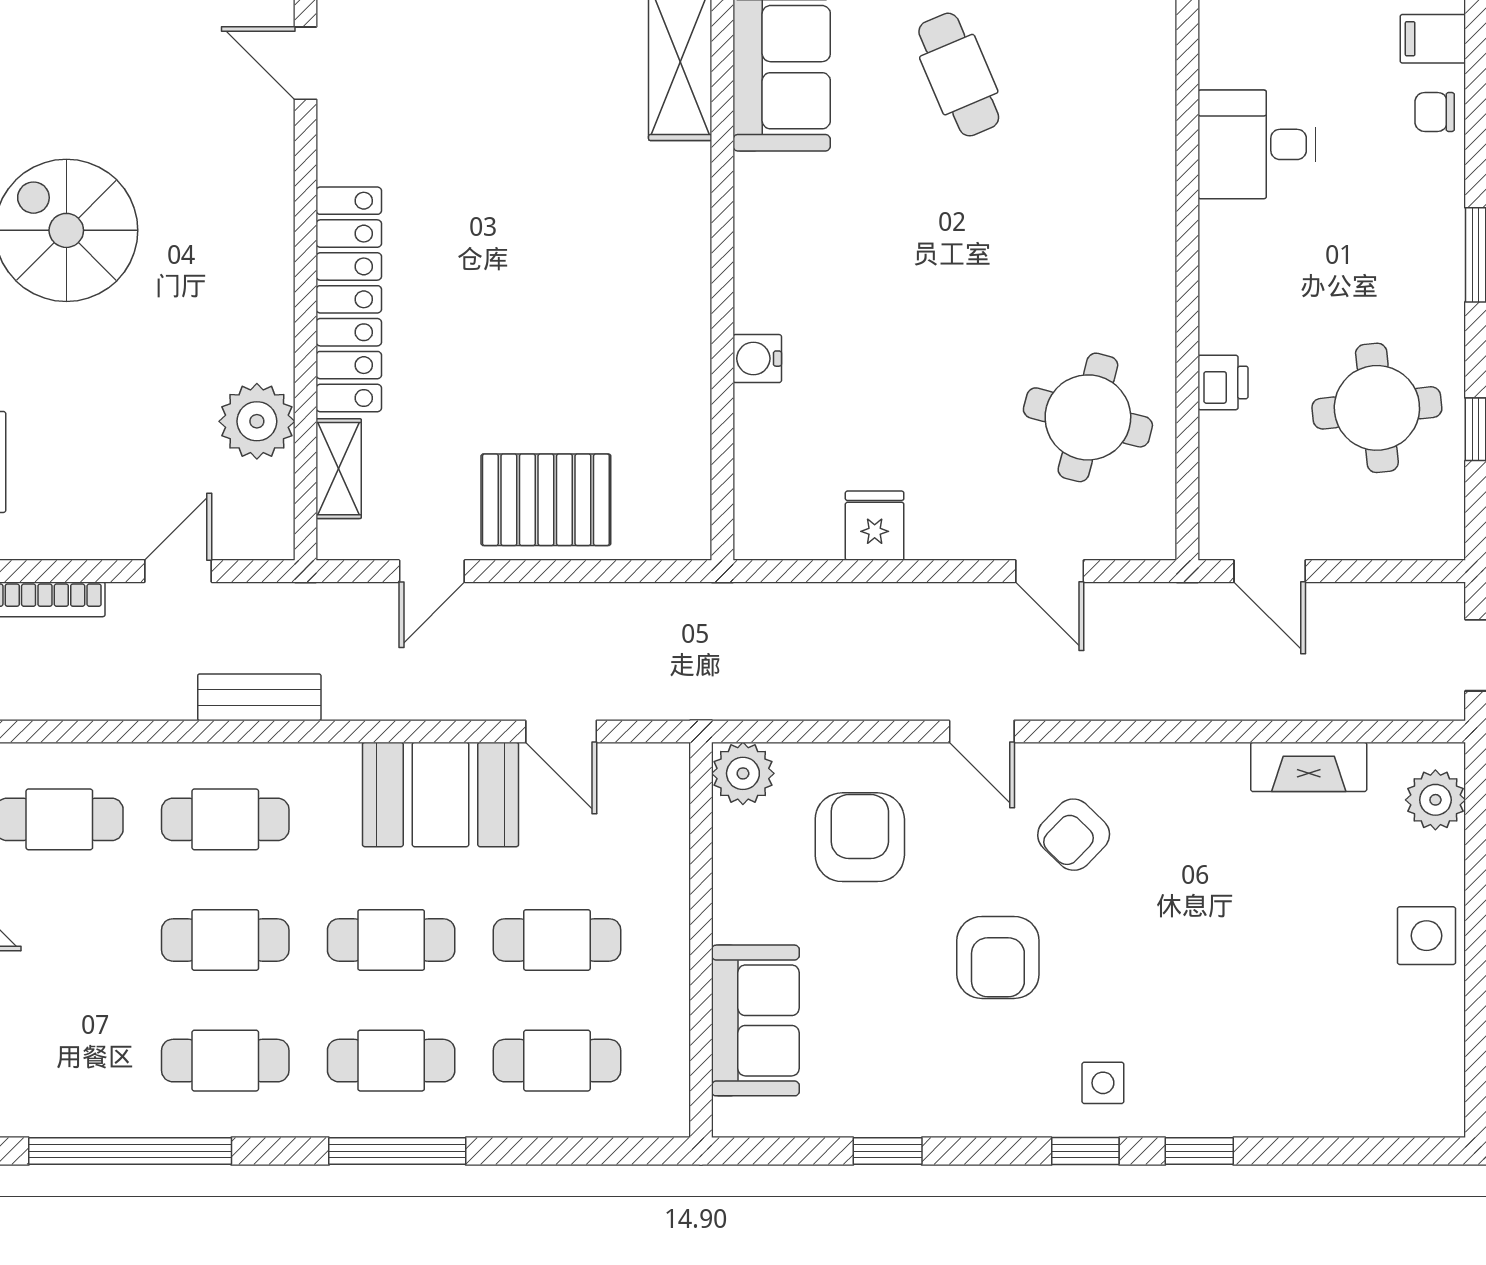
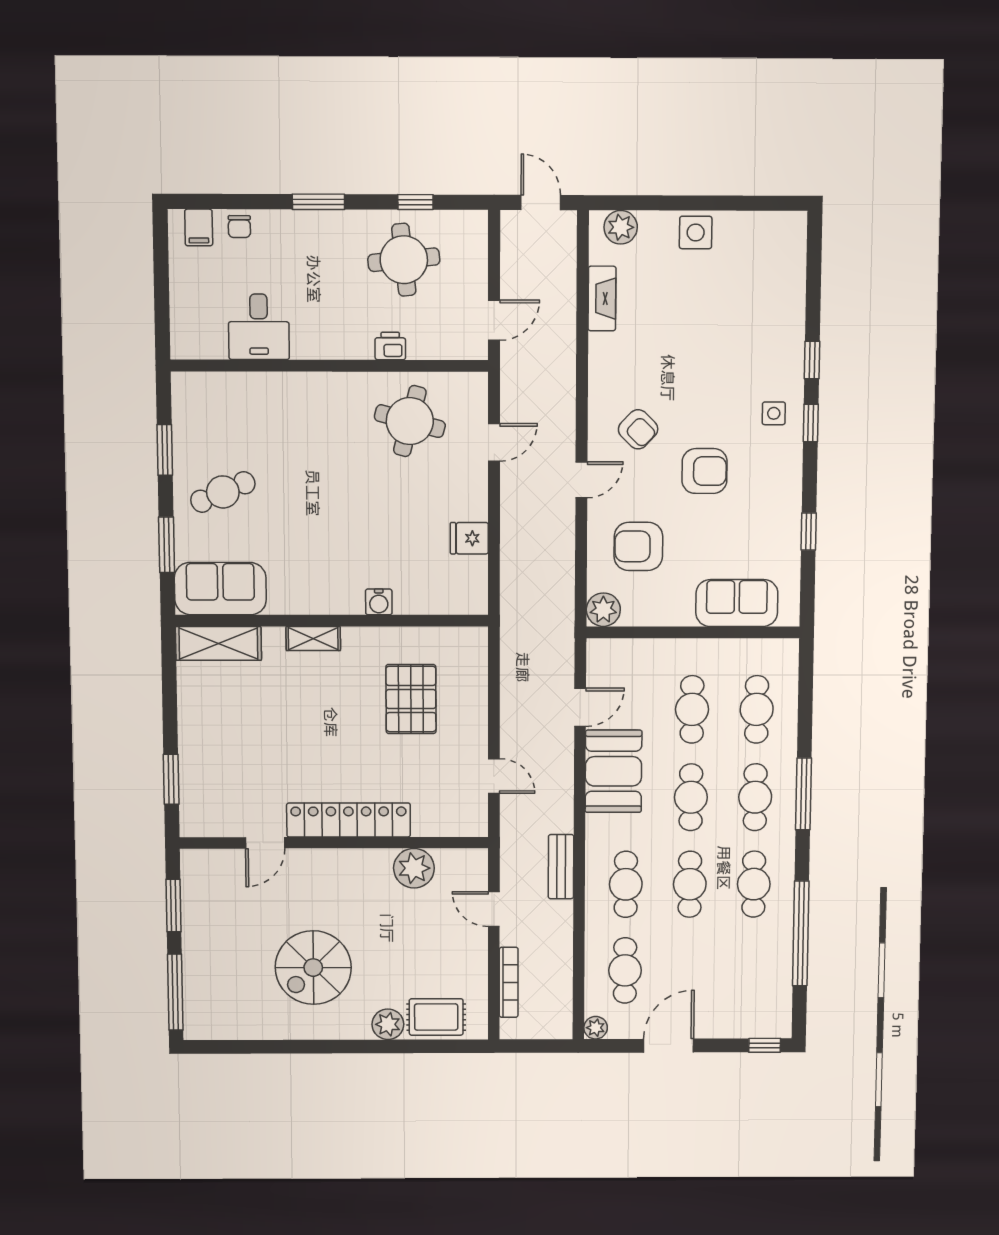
door: (305, 63) -> (265, 843), moved
shelving: (339, 469) -> (313, 639), moved
pallet: (546, 500) -> (411, 699), moved

